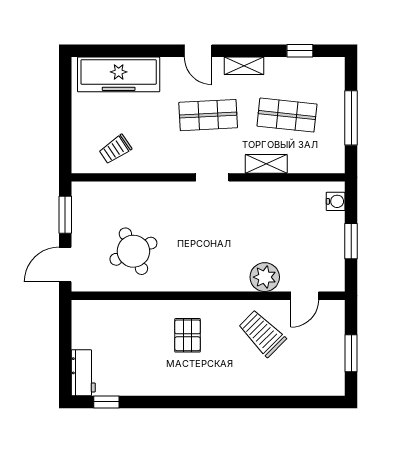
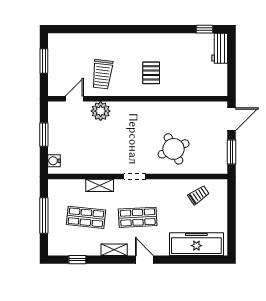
round table: (133, 251) -> (174, 149), moved
trolley: (262, 333) -> (102, 74), turned 52

